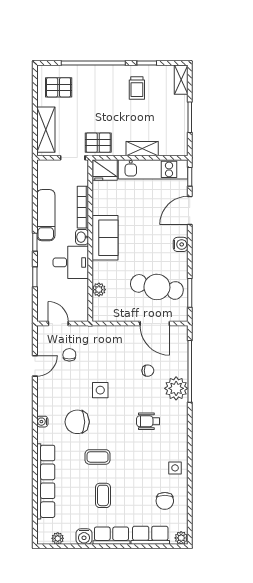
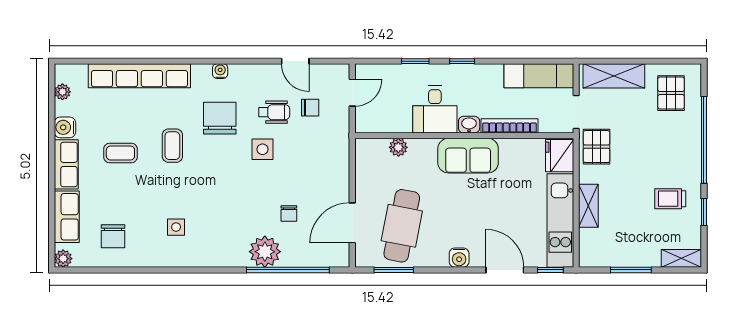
exam couch: (46, 215) -> (539, 76), moved
wheelchair: (148, 421) -> (274, 112), moved, turned 90
side table: (175, 468) -> (176, 227), moved
chair: (165, 501) -> (113, 236), turned -90

